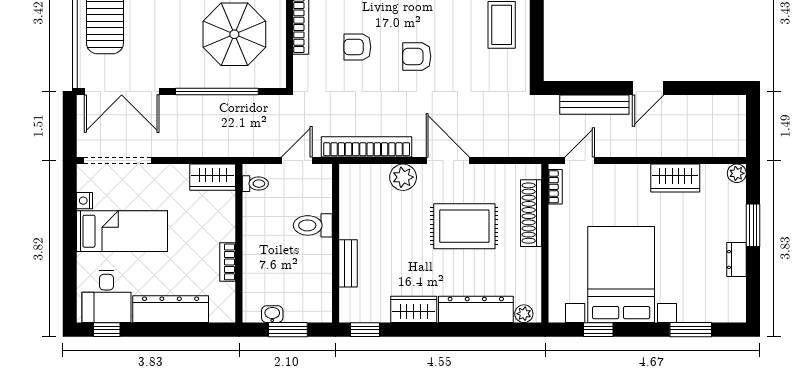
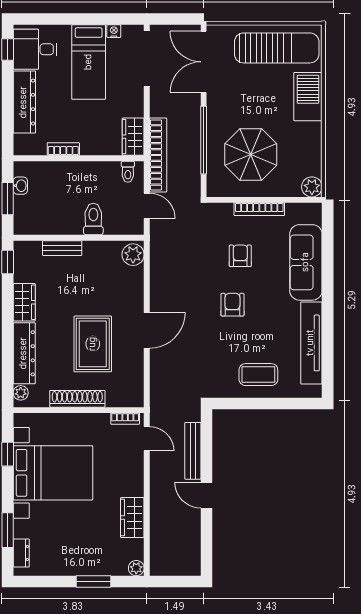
bookcase: (367, 147) -> (158, 155), moved
plant: (403, 177) -> (133, 255), moved
shoe rack: (531, 213) -> (77, 399), moved
dresser: (737, 260) -> (21, 553), moved, turned 90

